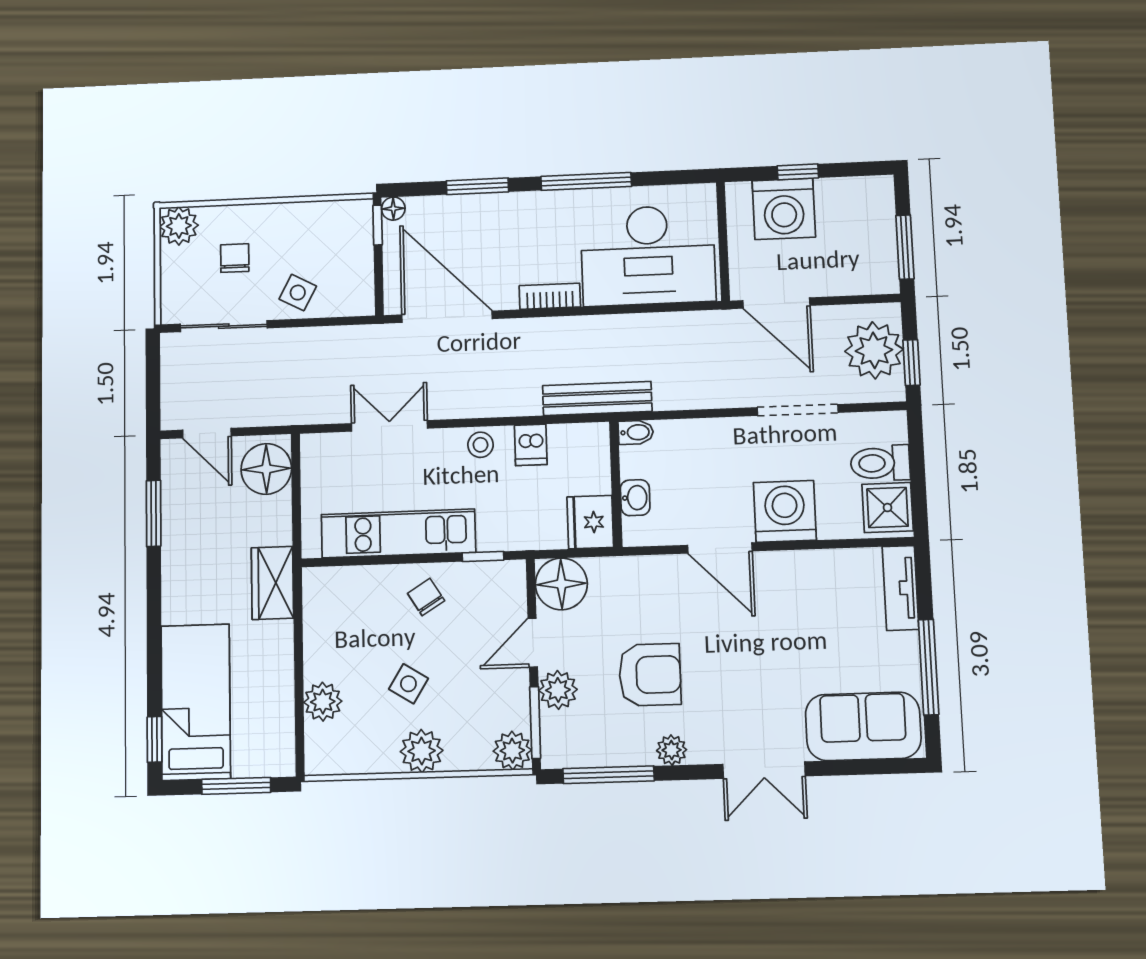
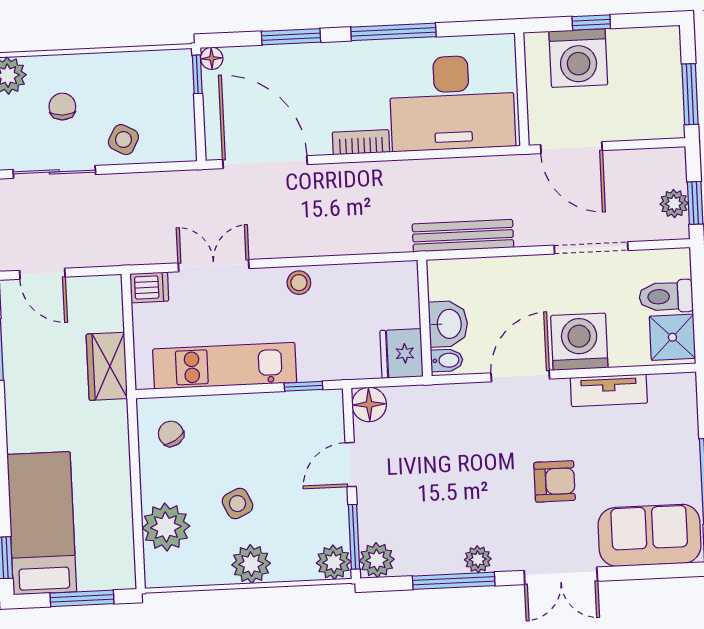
plant: (874, 350) -> (674, 204), width x0.53, depth x0.53
bench: (597, 398) -> (463, 236), moved
bidet: (636, 432) -> (447, 360), moved
dishwasher: (531, 445) -> (149, 287), moved, turned -90
floor lamp: (266, 469) -> (100, 307), removed
washbasin: (635, 498) -> (448, 324), width x1.38, depth x1.45
door: (720, 548) -> (520, 376), swing flipped
wardrobe: (272, 583) -> (107, 366), moved
floor lamp: (561, 584) -> (369, 404), width x0.73, depth x0.73
tv unit: (900, 588) -> (609, 390), moved, turned -90
chair: (426, 597) -> (171, 434), moved
armchair: (650, 675) -> (555, 481), moved, width x0.72, depth x0.72
side table: (408, 684) -> (238, 504), turned 33
plant: (558, 690) -> (377, 560), moved
plant: (323, 702) -> (166, 527), width x1.36, depth x1.36
window: (609, 775) -> (454, 581), moved

